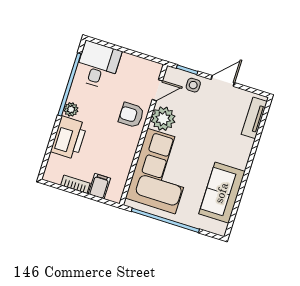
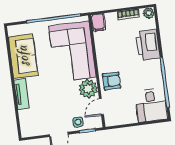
plant: (71, 109) -> (149, 13), moved
tv unit: (254, 118) -> (22, 94), moved
filing cabinet: (99, 186) -> (98, 23), moved

